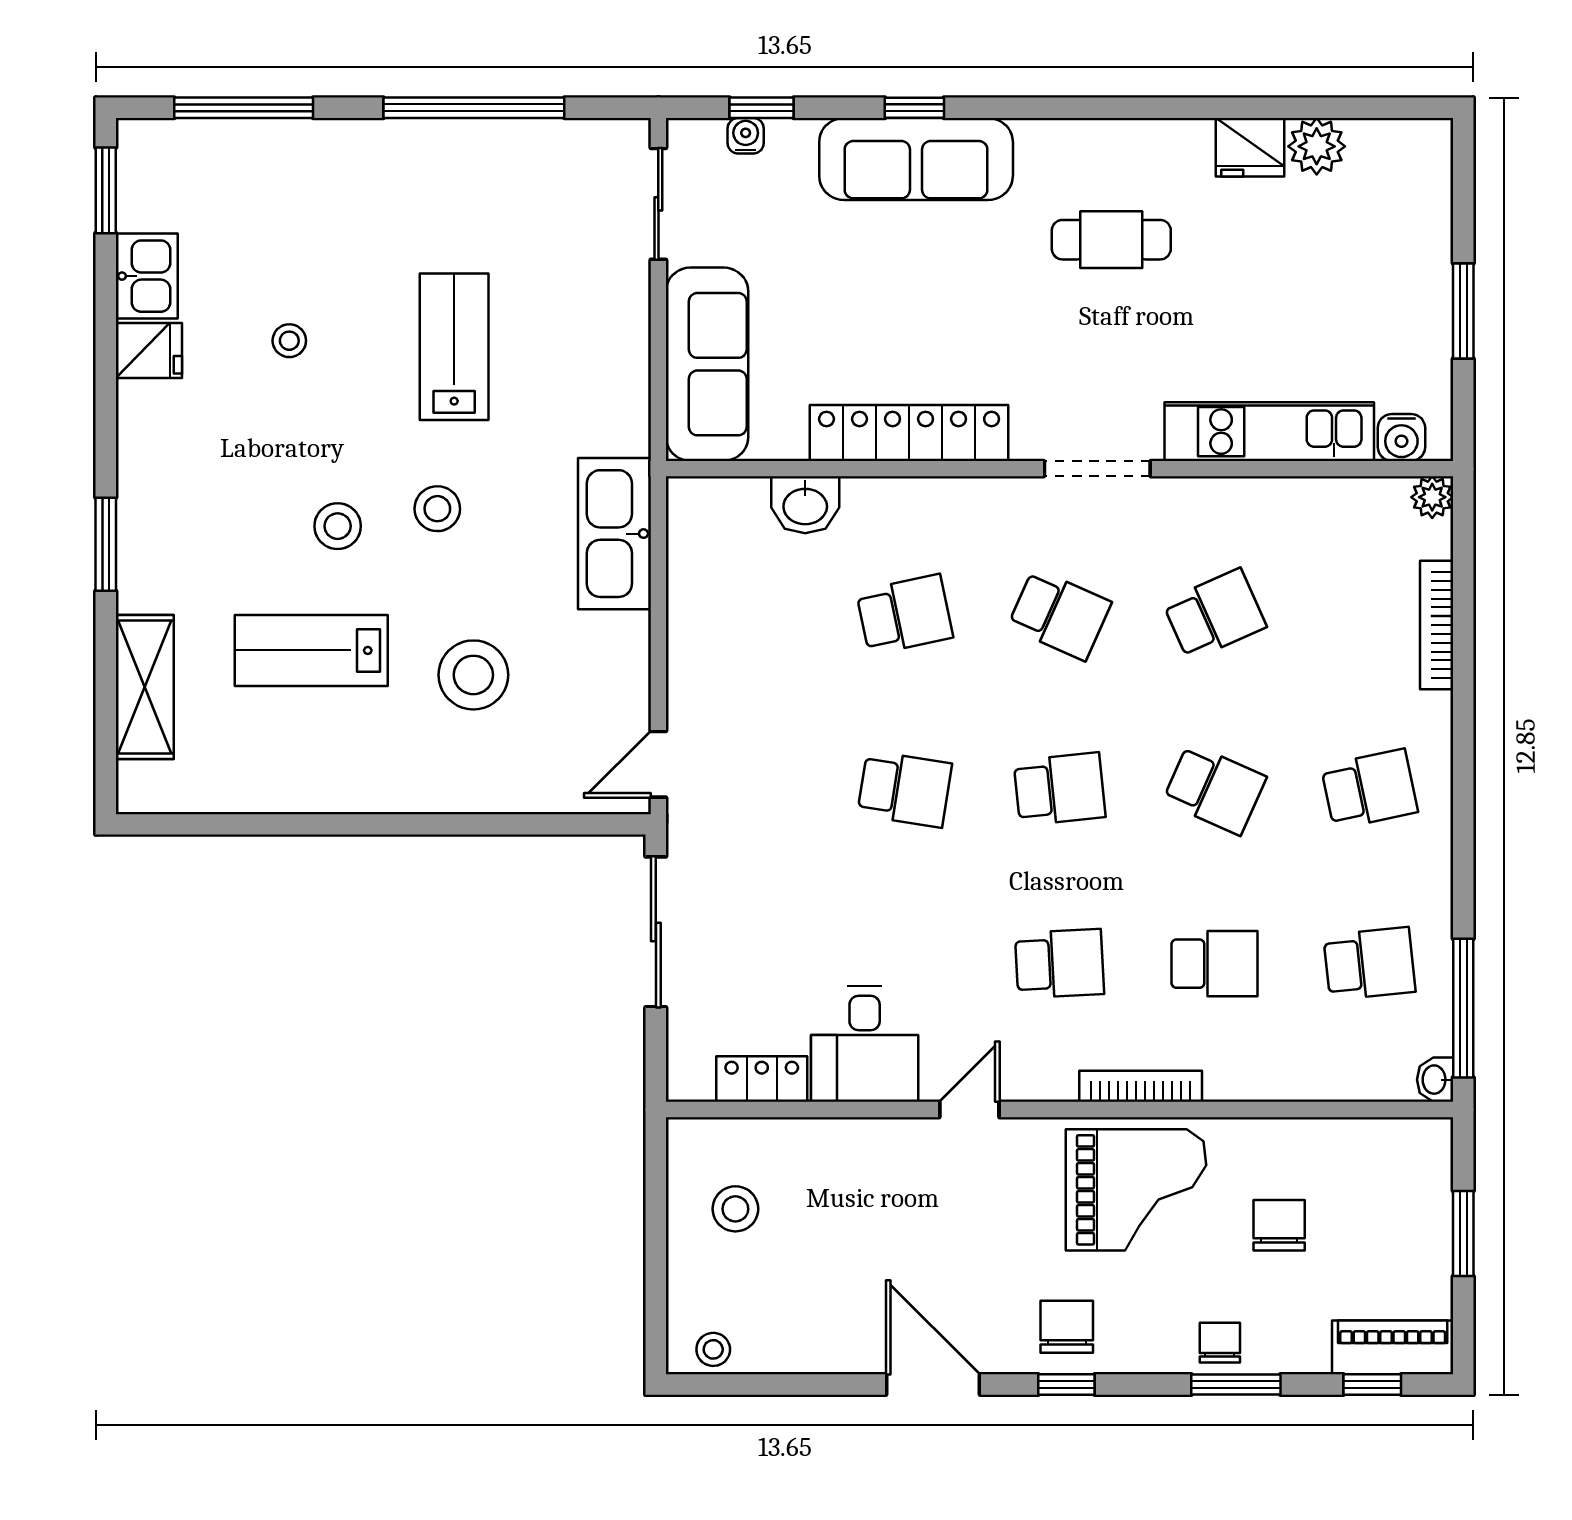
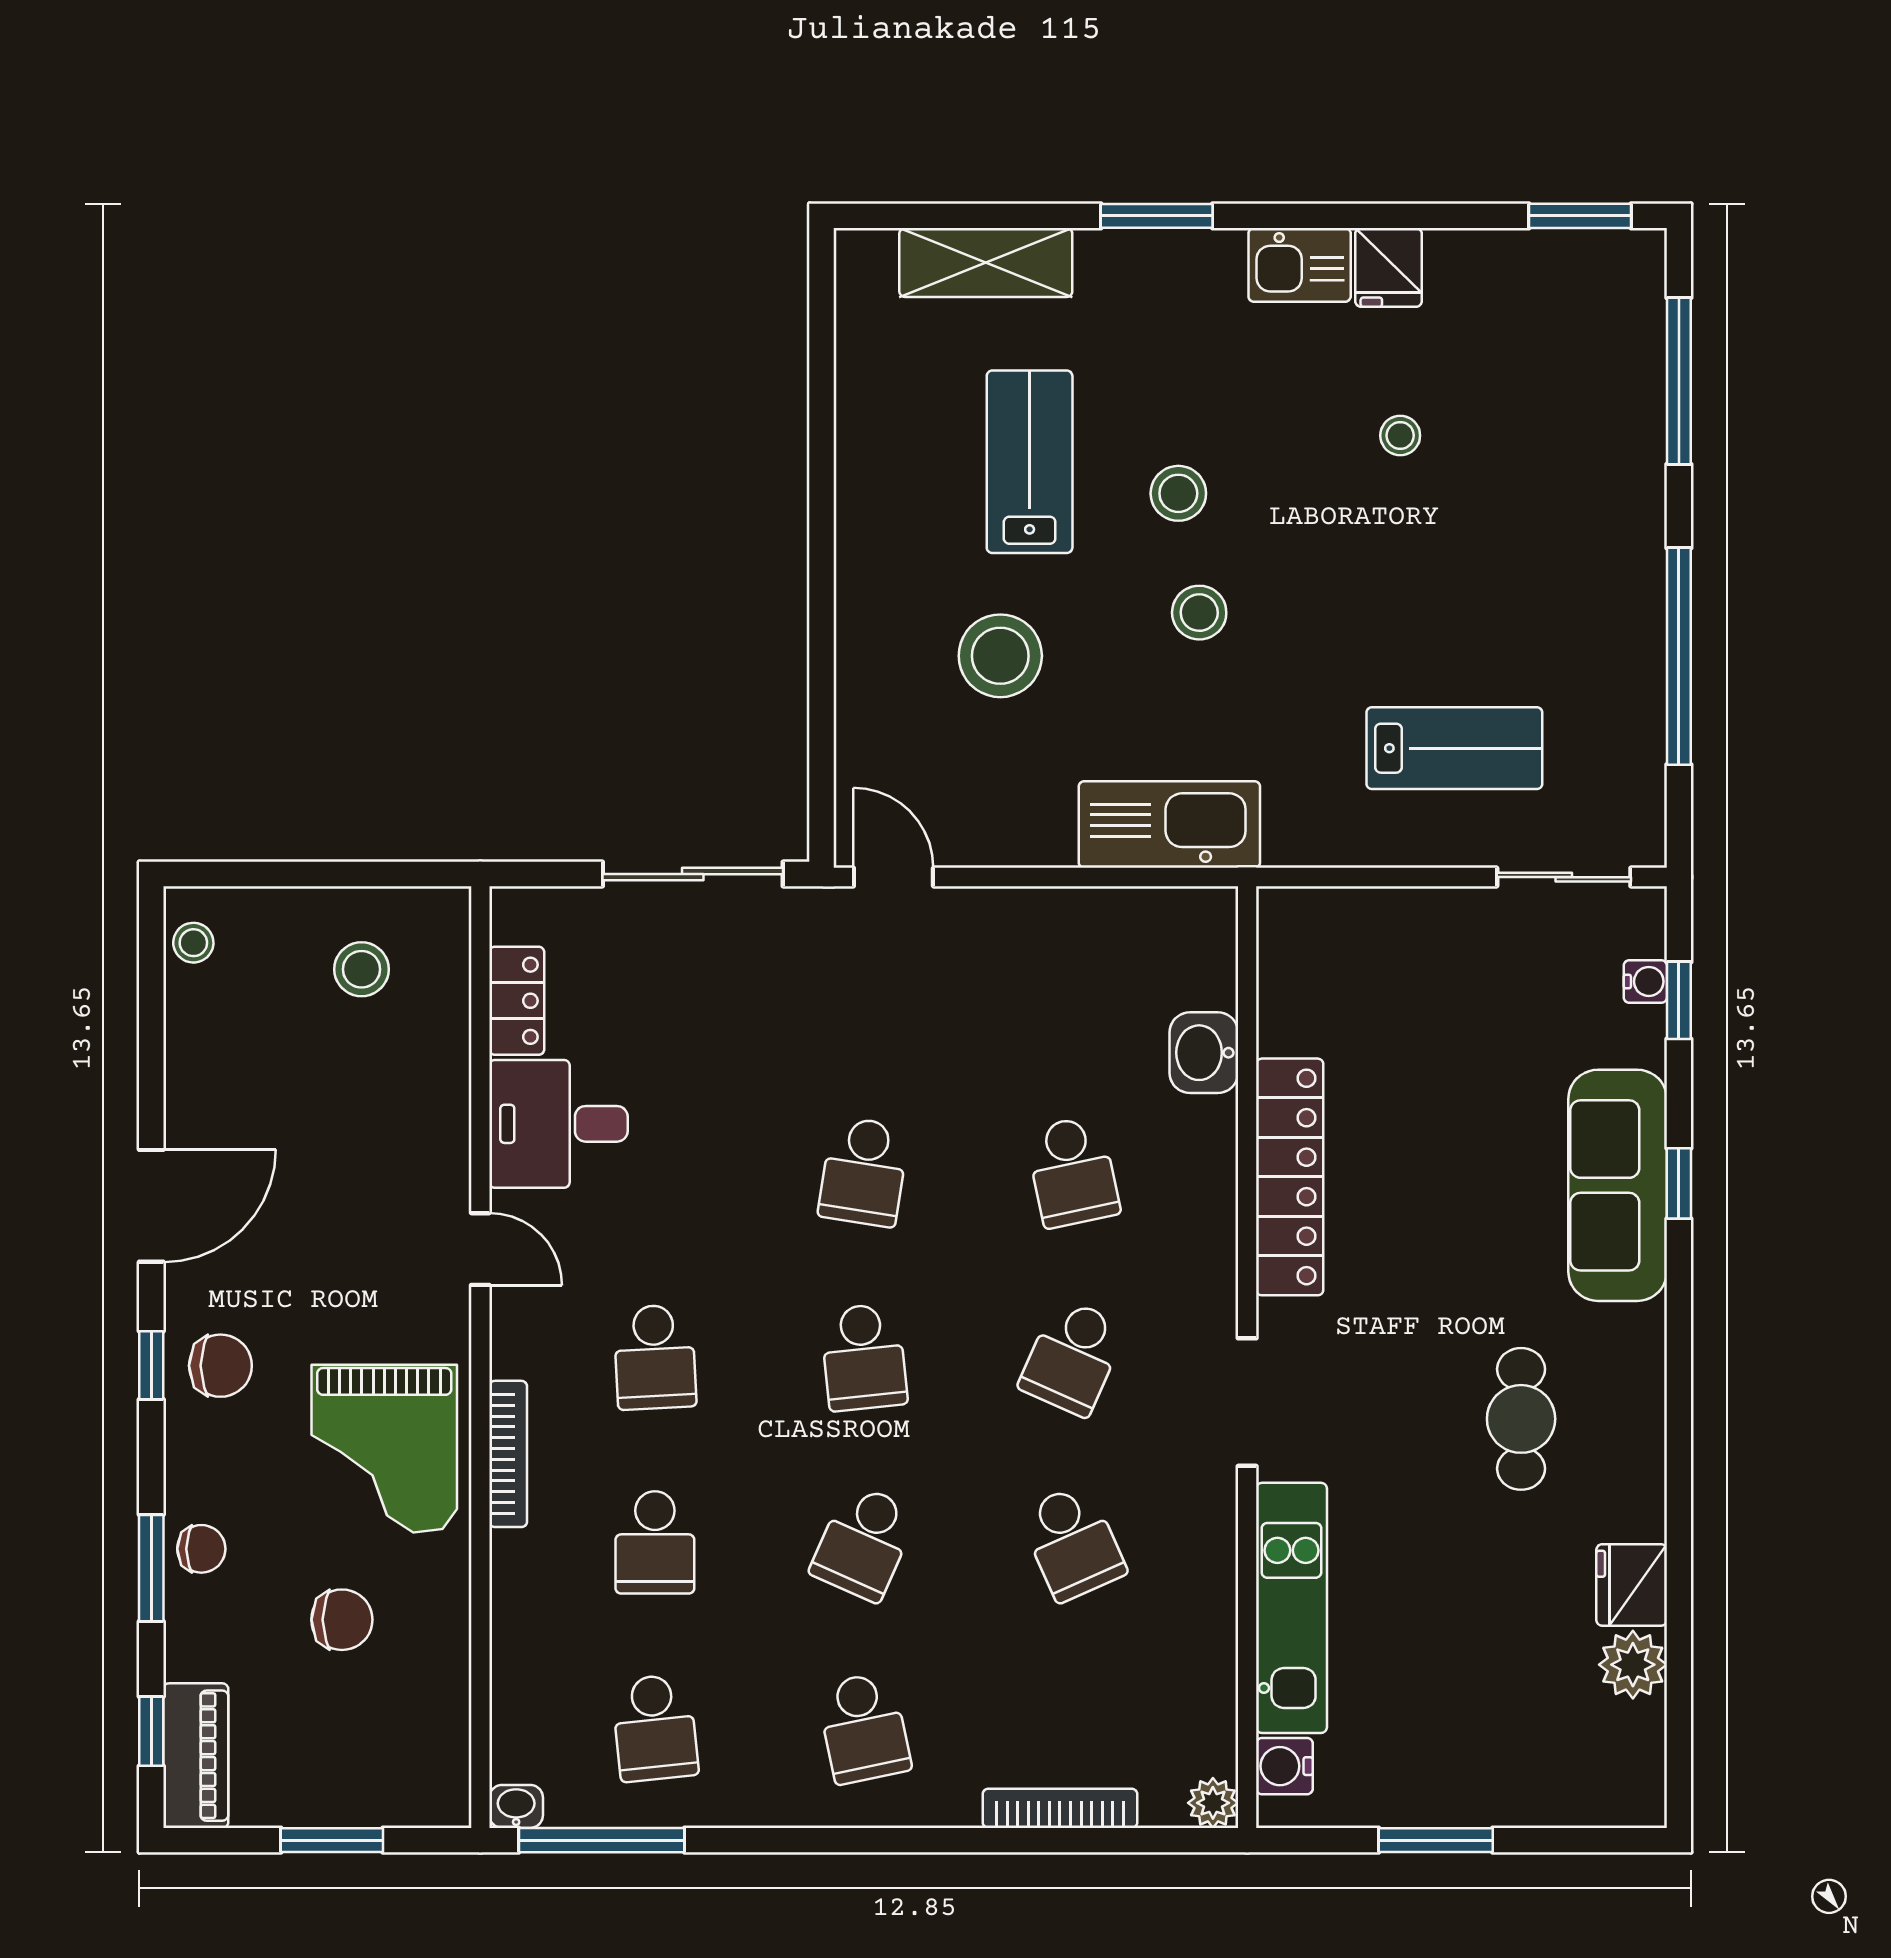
kitchen sink: (147, 276) -> (1300, 265), moved
lab bench: (454, 347) -> (1454, 748), moved
sofa: (707, 364) -> (1372, 935), removed

